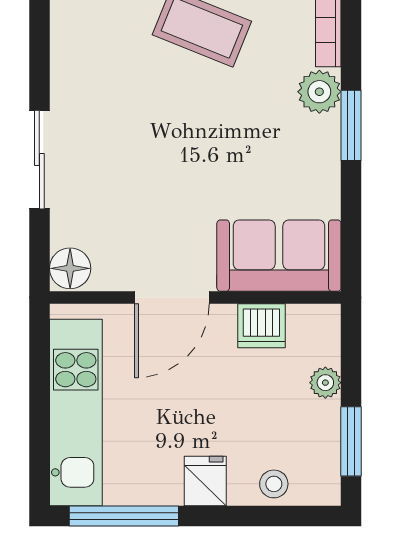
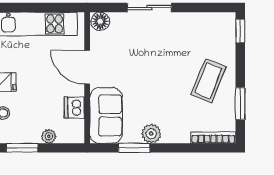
plant: (319, 92) -> (151, 134), moved
window: (351, 125) -> (134, 148), moved

